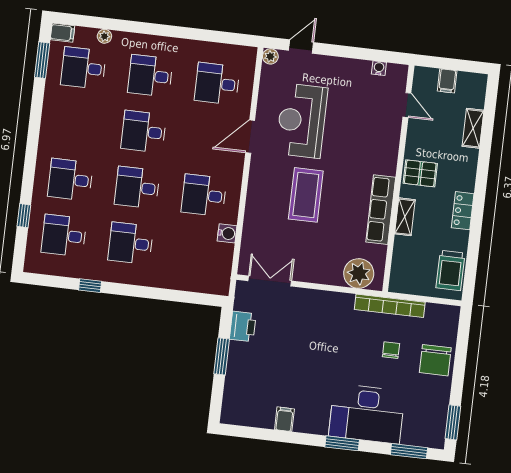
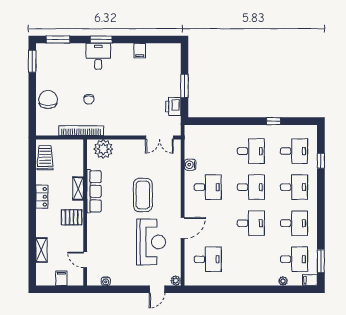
desk: (150, 76) -> (294, 223), moved
chair: (391, 350) -> (89, 99), moved
desk: (367, 414) -> (98, 56), width x0.53, depth x0.77

